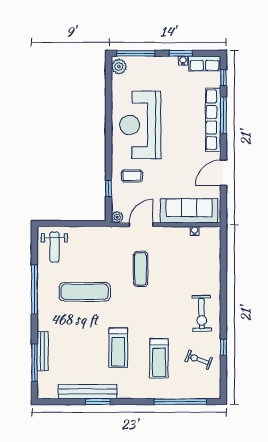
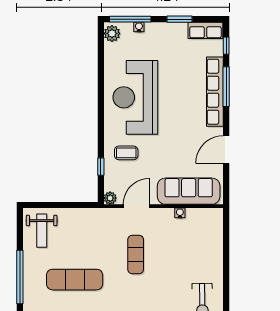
water cooler: (183, 61) -> (139, 27), moved
water cooler: (195, 231) -> (180, 213), moved

